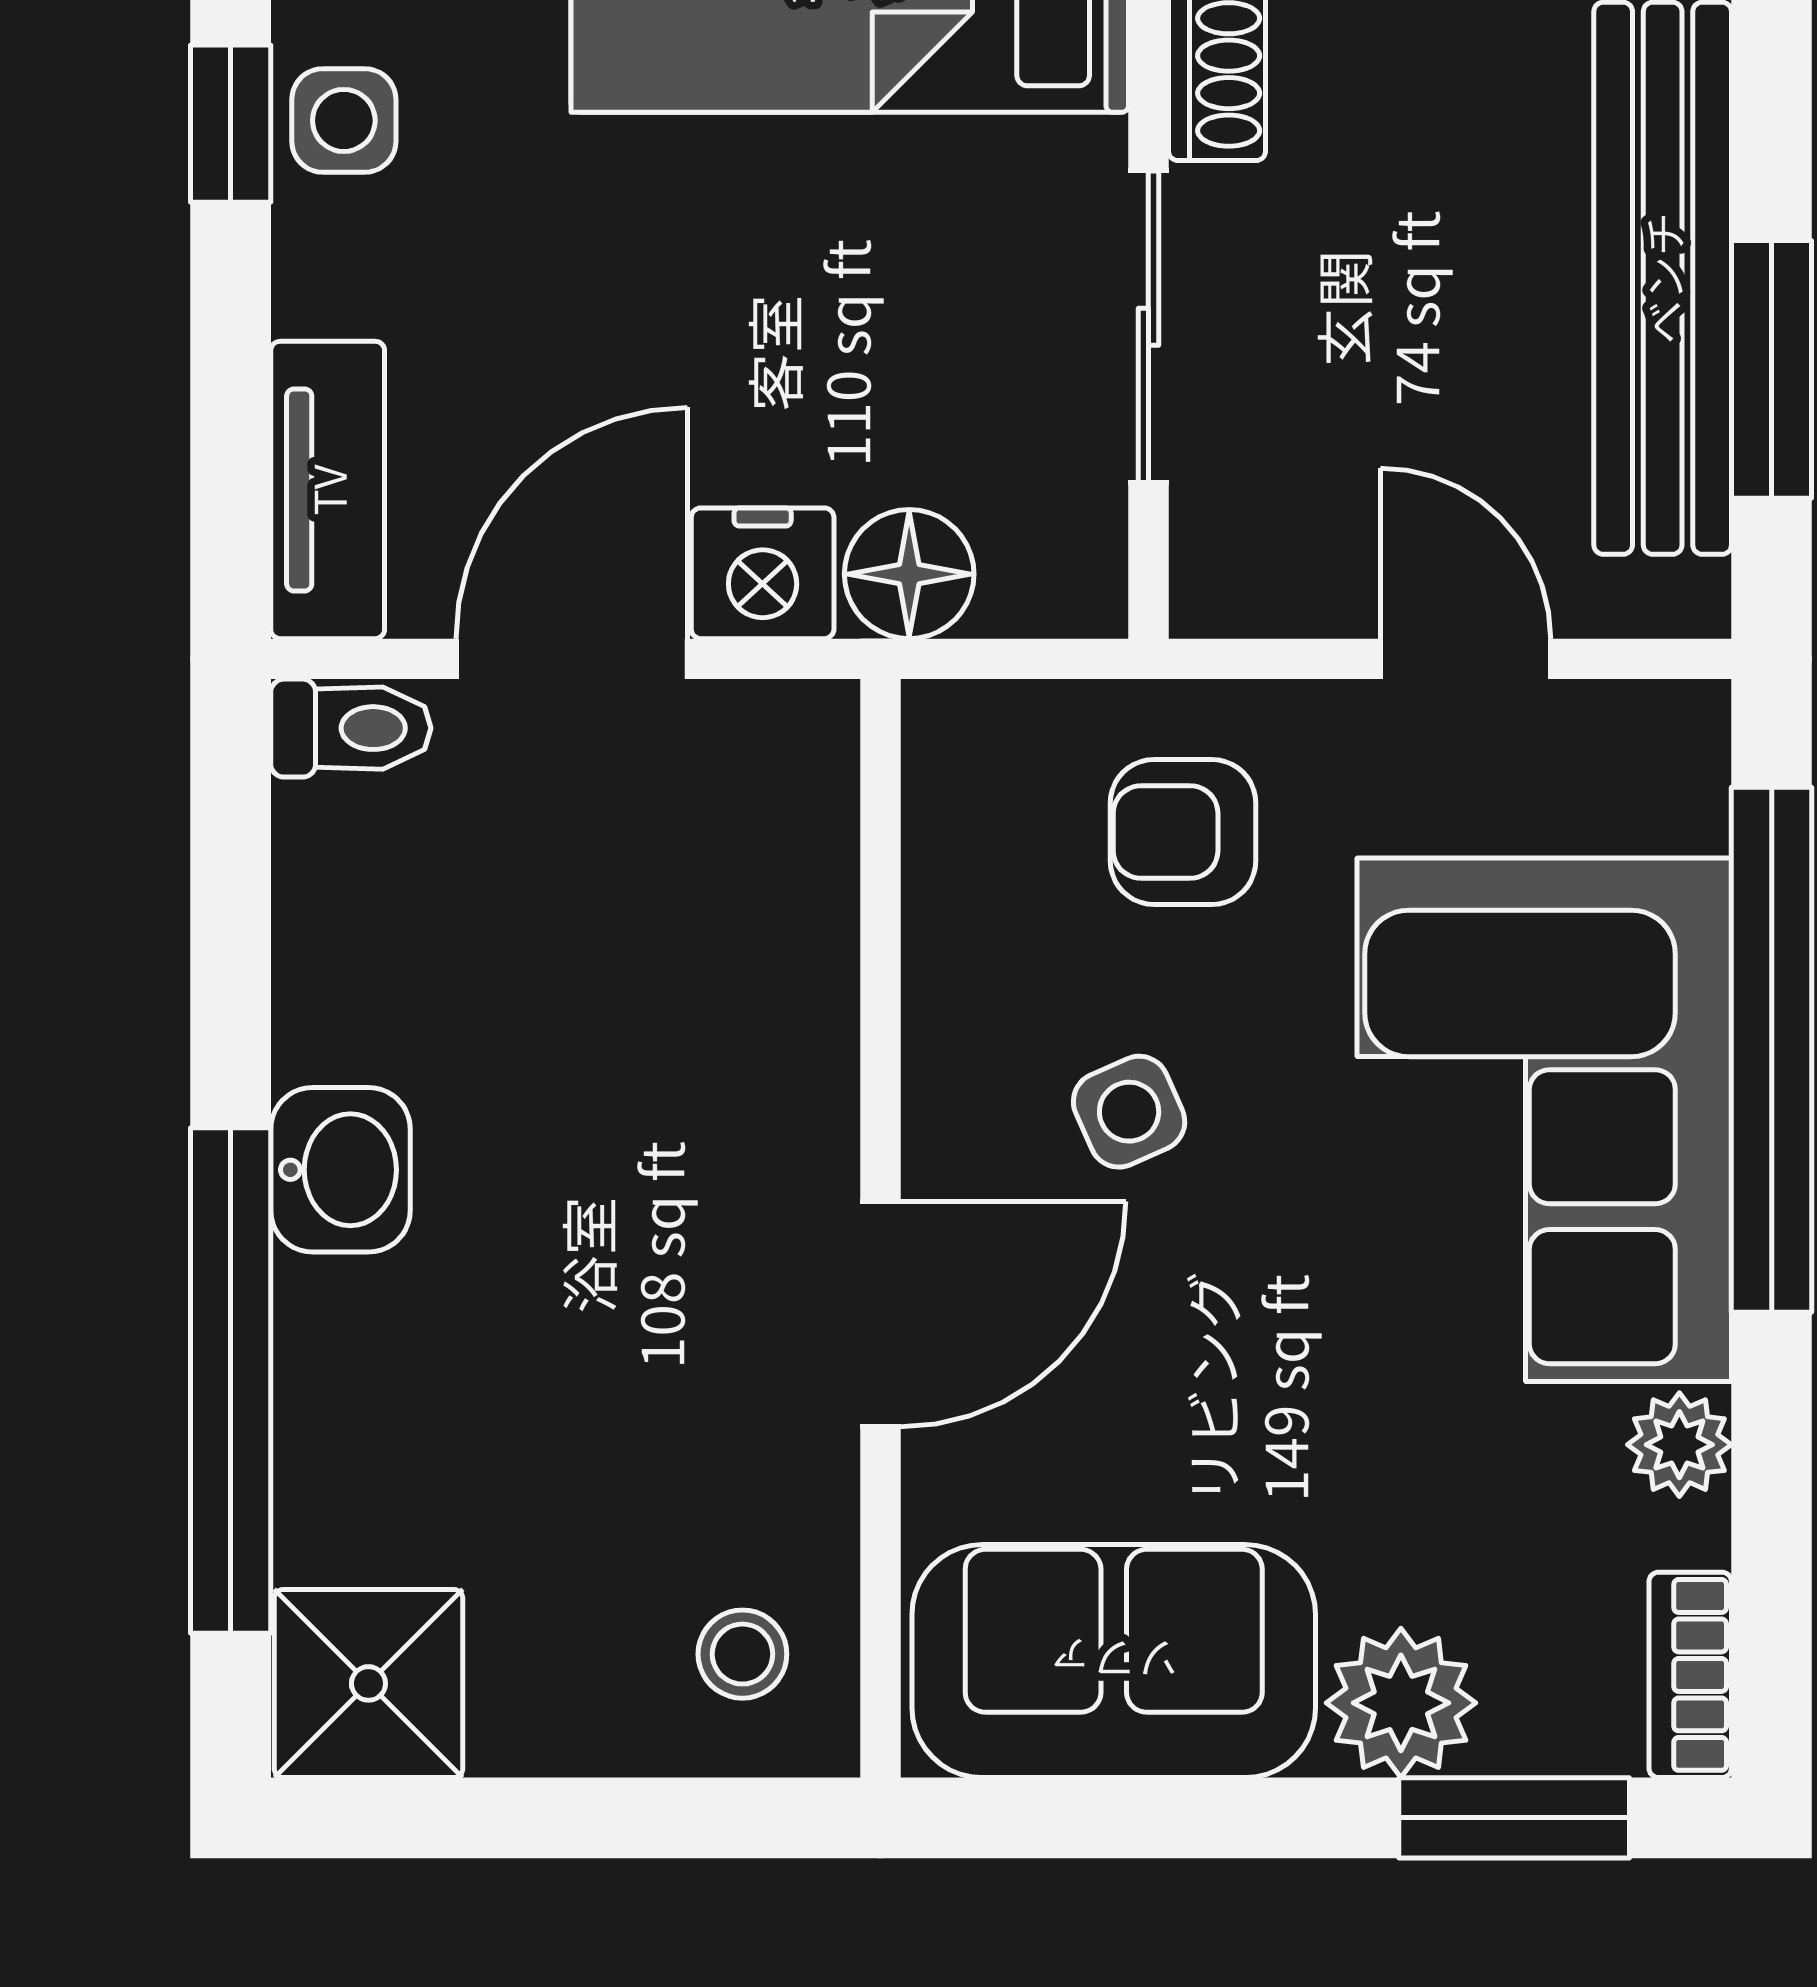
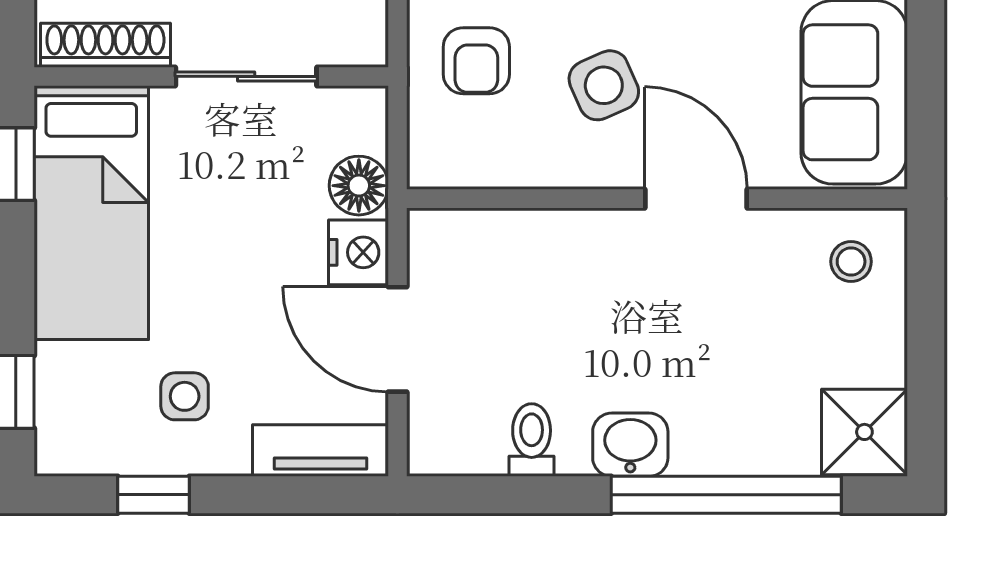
side table: (344, 120) -> (185, 396), moved
toilet: (351, 728) -> (532, 440), moved
side table: (1129, 1112) -> (604, 85), width x1.37, depth x1.37

